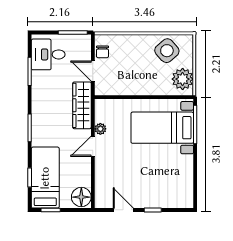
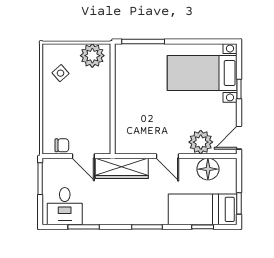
side table: (167, 51) -> (61, 73), width x0.54, depth x0.54
door: (93, 71) -> (83, 156), hinge flipped
bed with nightstands: (162, 128) -> (202, 73), moved, turned 90
plant: (100, 129) -> (201, 142), moved, width x1.88, depth x1.88
floor lamp: (81, 197) -> (208, 169), moved
door: (123, 210) -> (239, 138), moved

